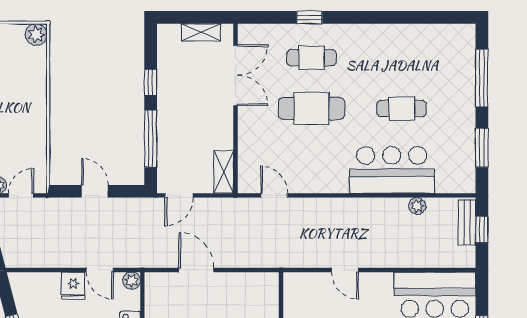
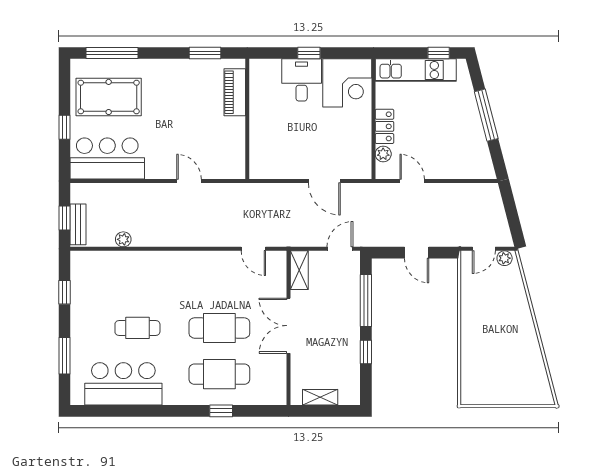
plant: (36, 35) -> (470, 395), removed
cafe table: (312, 58) -> (219, 374), width x1.37, depth x1.35
double door: (235, 75) -> (289, 326), moved
window: (482, 78) -> (64, 356), width x0.69
window: (482, 148) -> (64, 292), width x0.67
bar counter: (392, 170) -> (123, 384), moved, turned 180
plant: (132, 281) -> (383, 154), moved
fridge: (73, 286) -> (436, 167), removed

